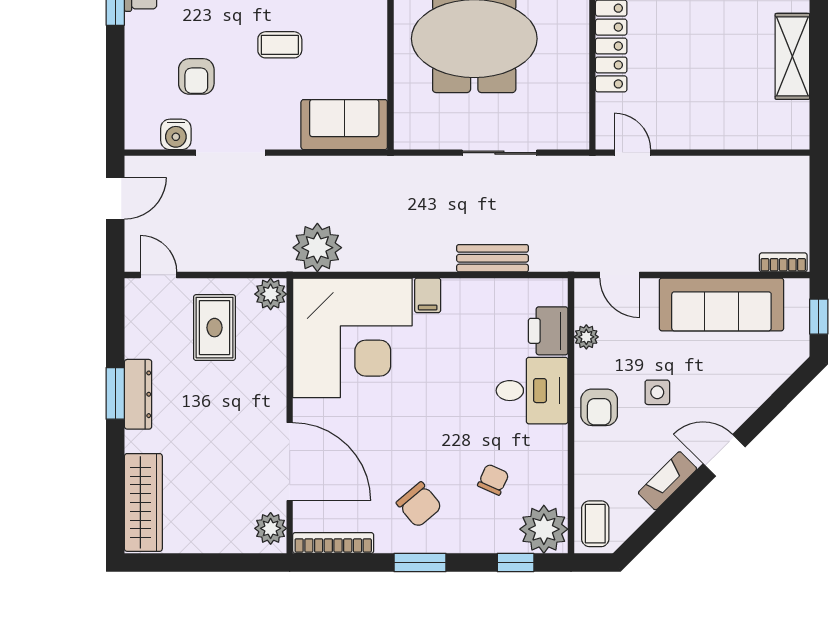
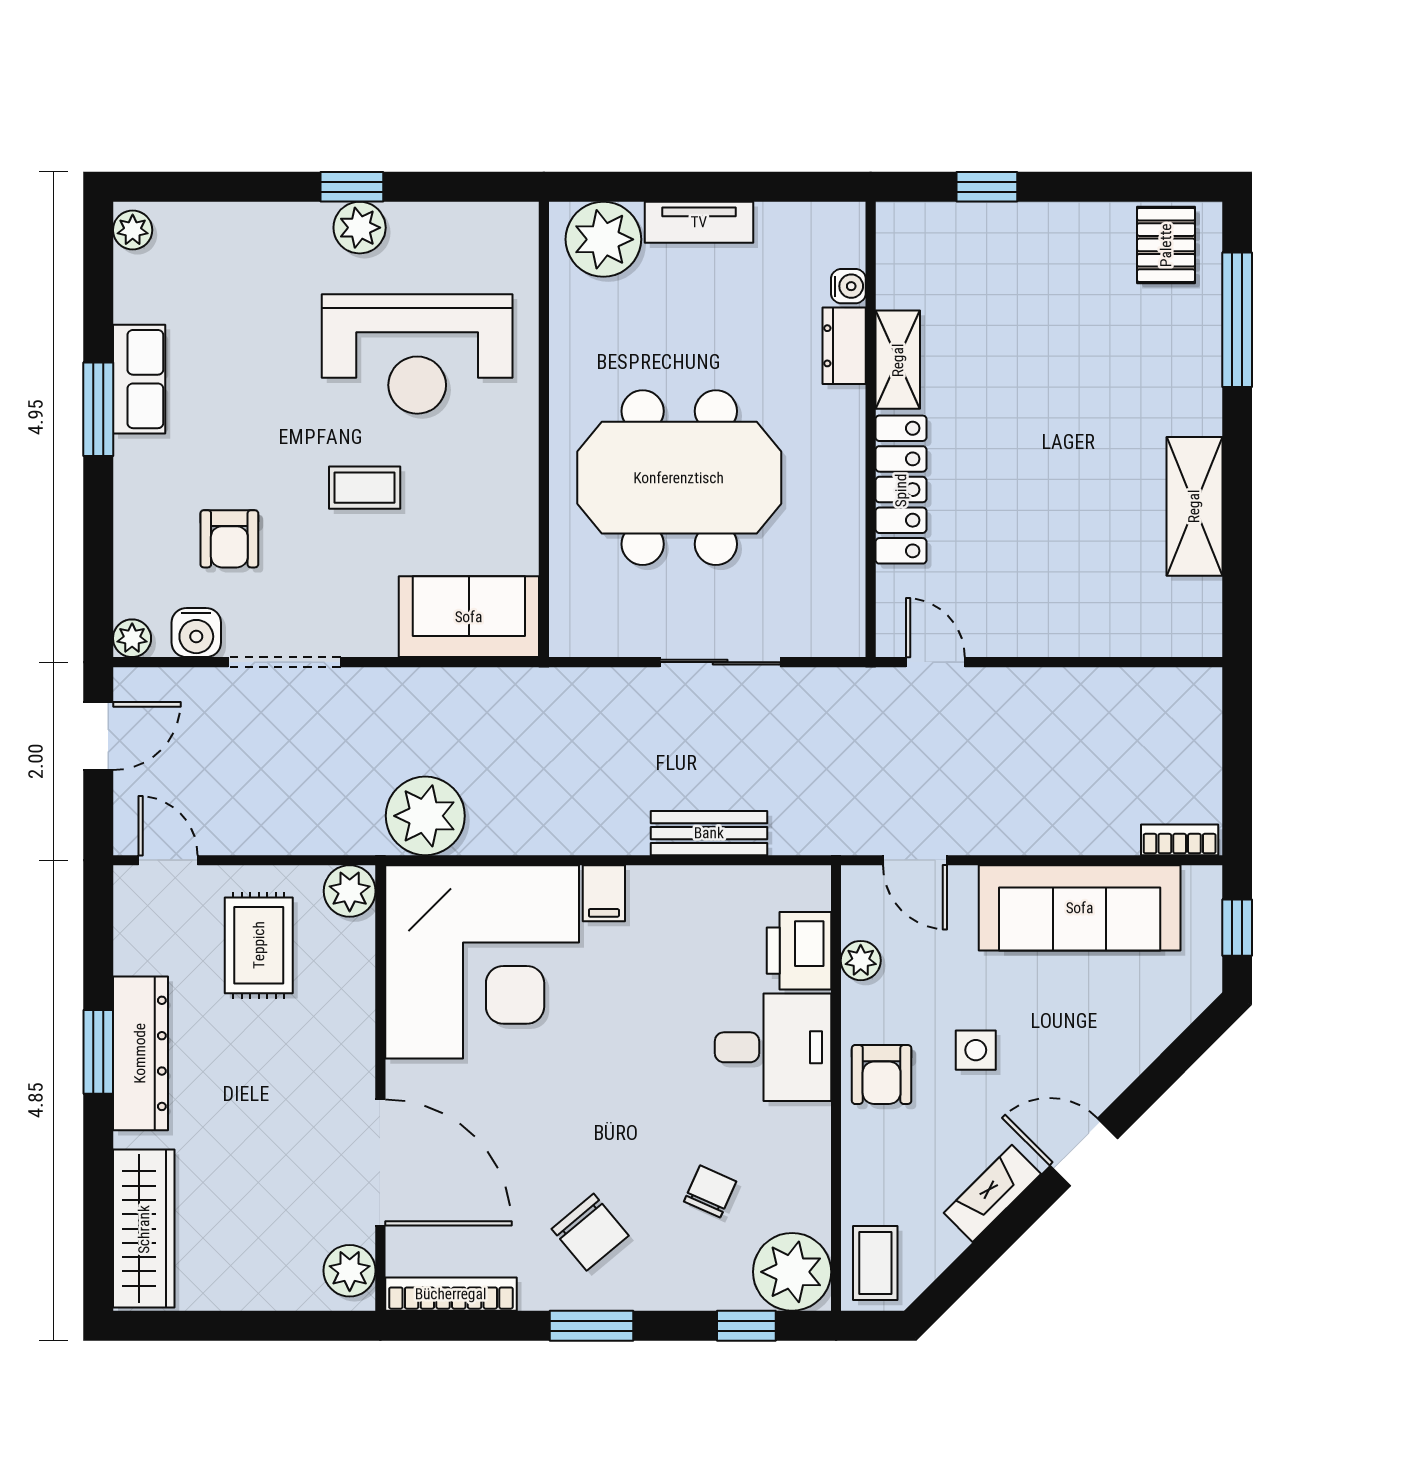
plant: (136, 138) -> (132, 638), added
dresser: (138, 394) -> (140, 1053), width x1.37, depth x1.24

